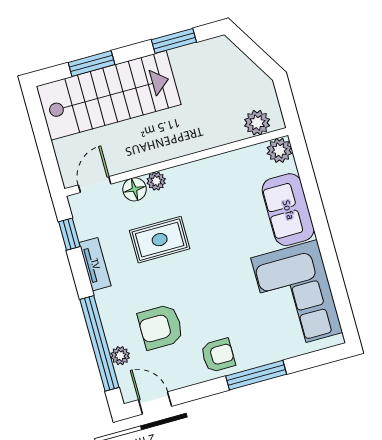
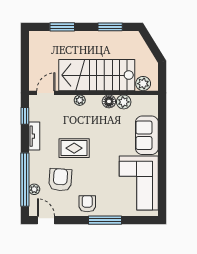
stairs: (109, 95) -> (97, 75), moved, turned 180
plant: (279, 150) -> (124, 102), moved
floor lamp: (135, 189) -> (109, 101), moved
rug: (160, 240) -> (74, 148), moved
armchair: (160, 327) -> (60, 180), turned 94
armchair: (218, 355) -> (87, 204), turned -90

